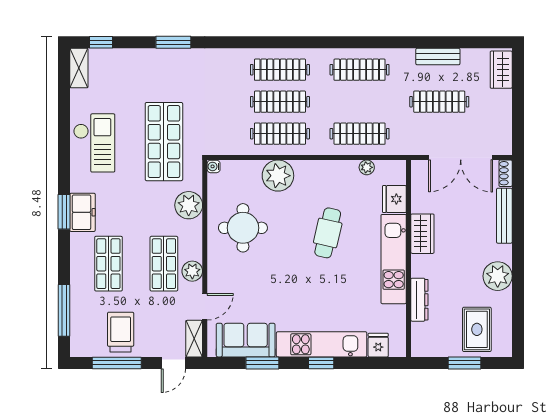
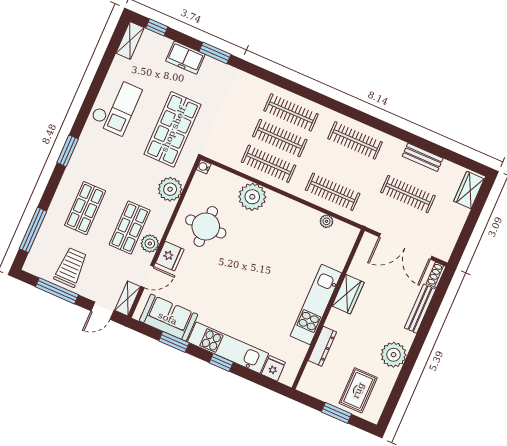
fridge: (394, 199) -> (170, 256), moved, turned 180
freezer: (83, 212) -> (185, 58), moved, turned 90
cafe table: (328, 233) -> (272, 260), removed

